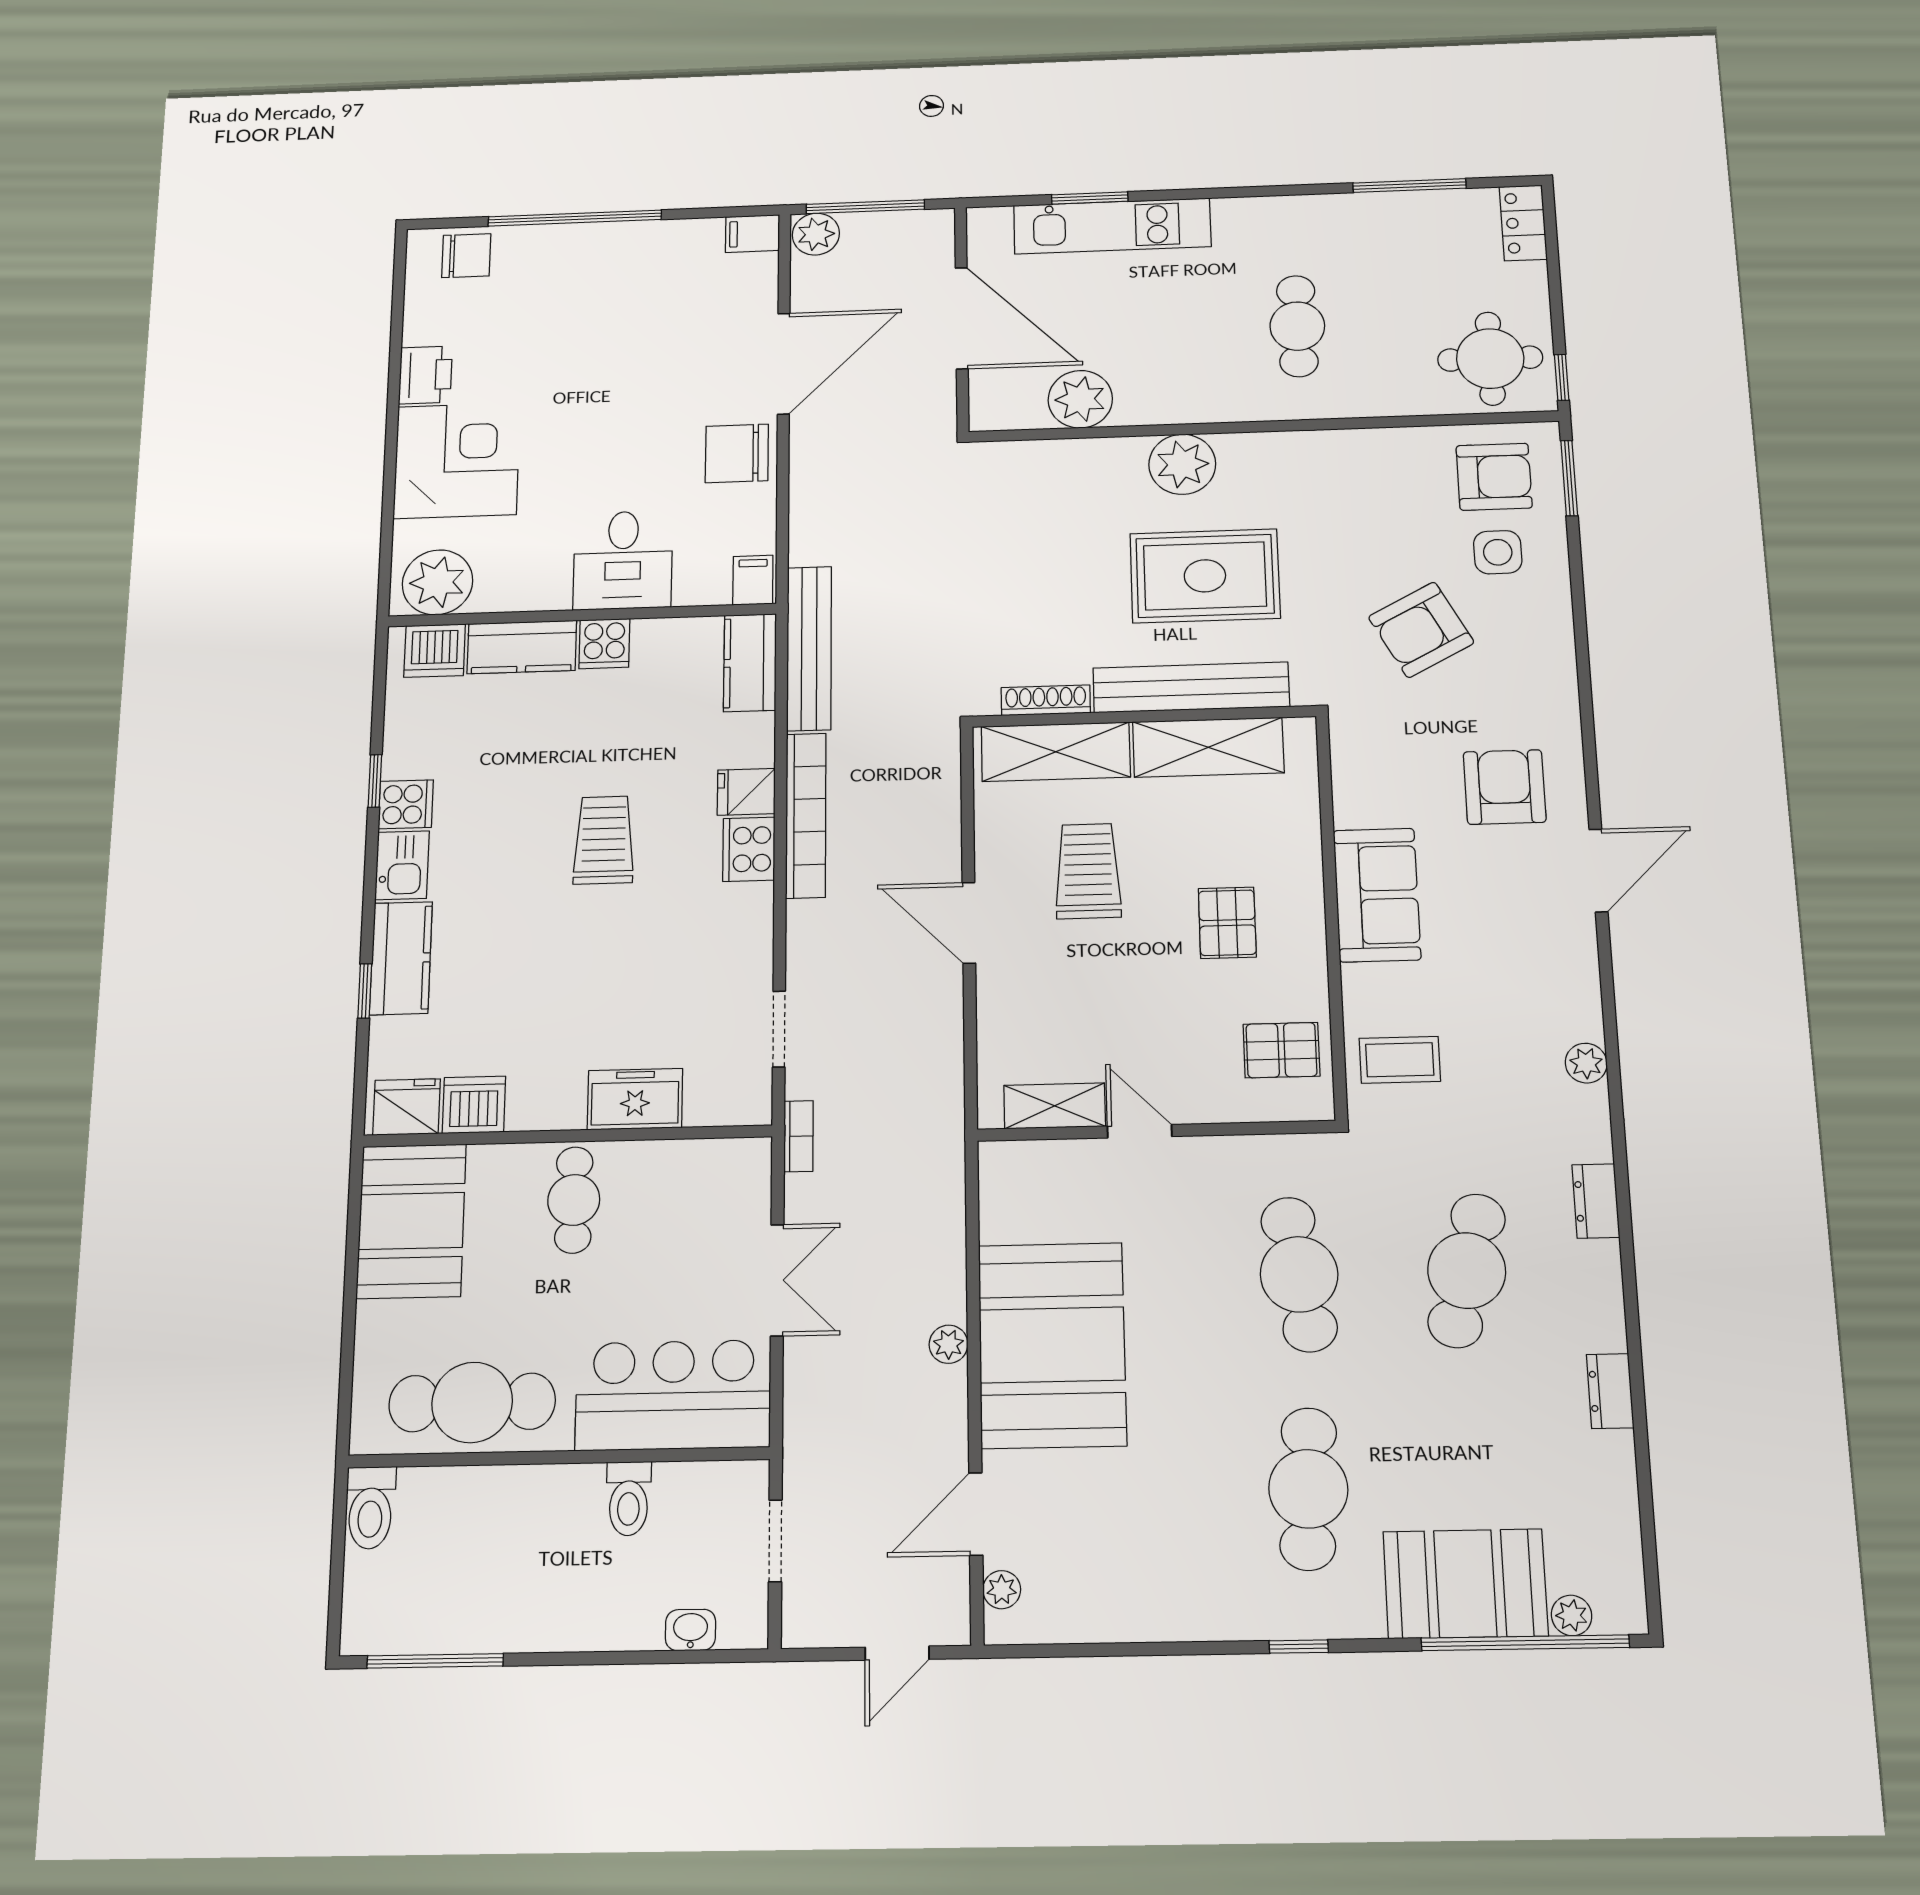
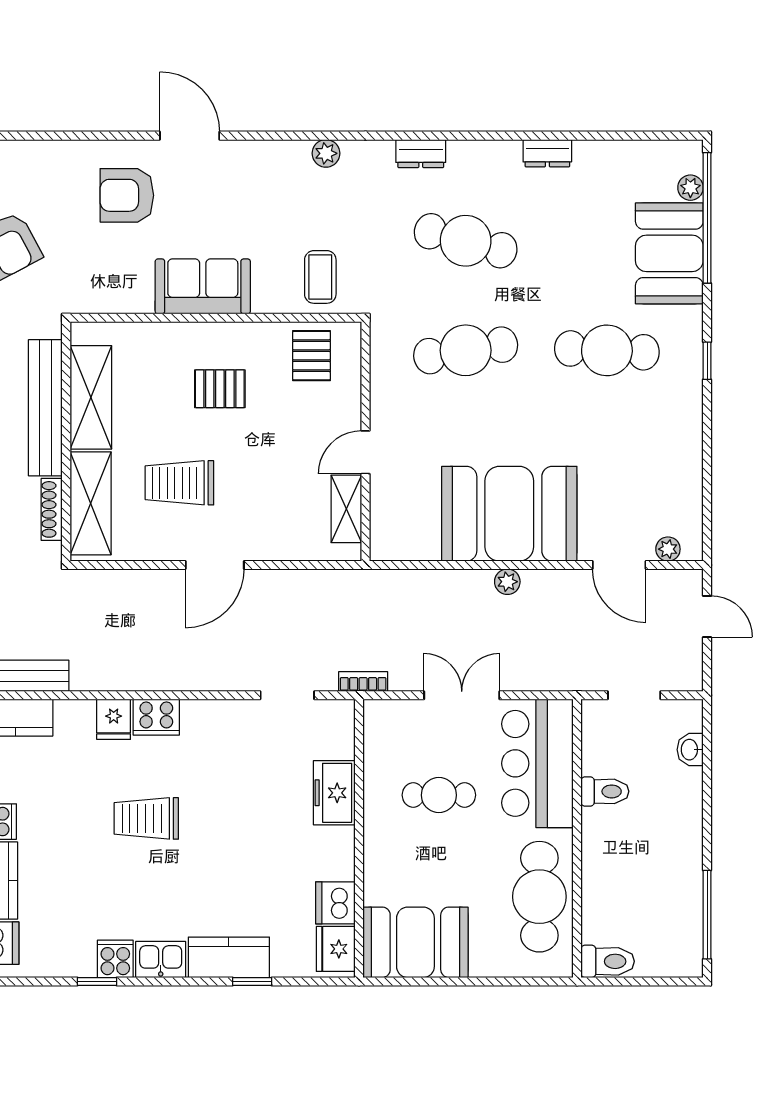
bookcase: (806, 815) -> (132, 677), removed
cafe table: (574, 1200) -> (439, 795), moved

